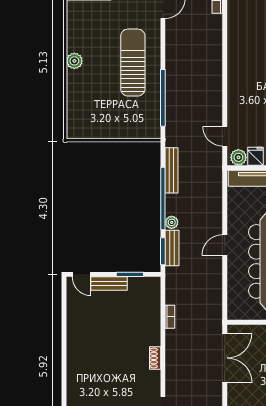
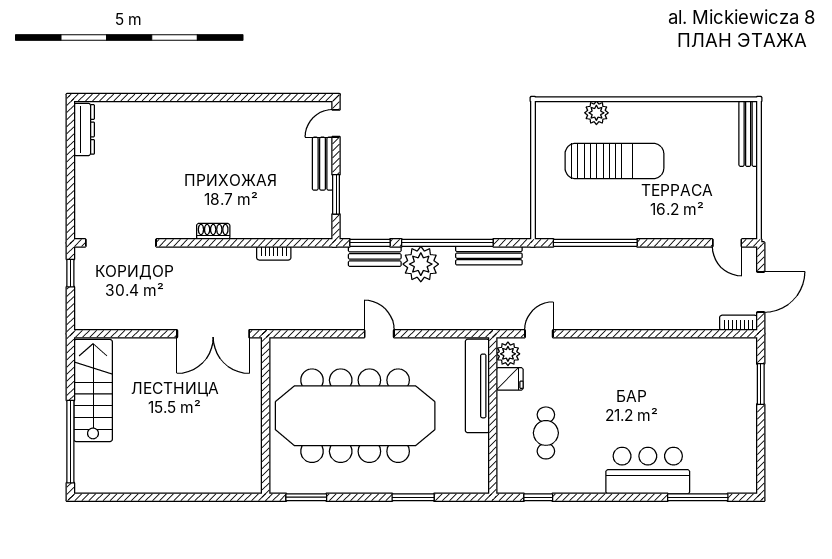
plant: (74, 61) -> (596, 113), moved
sun lounger: (133, 63) -> (614, 161), moved
plant: (172, 222) -> (421, 264), width x1.88, depth x1.88

